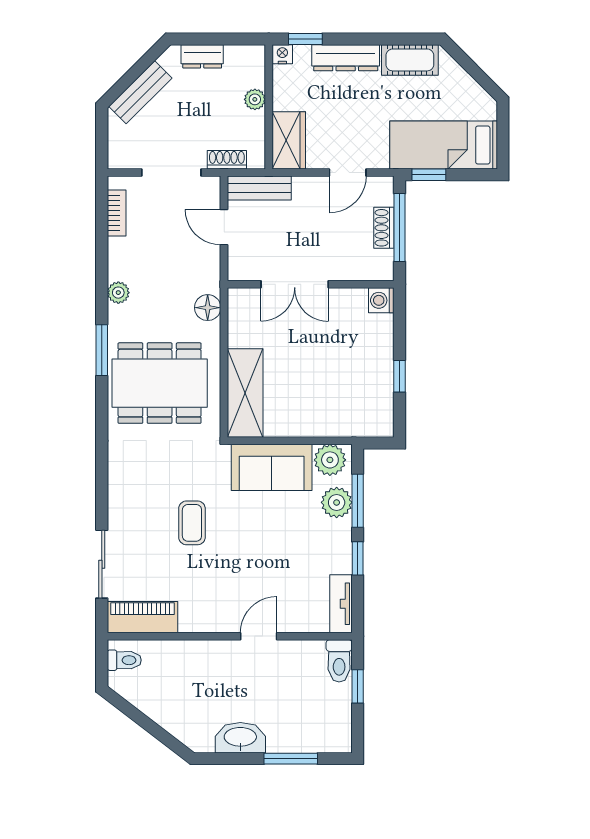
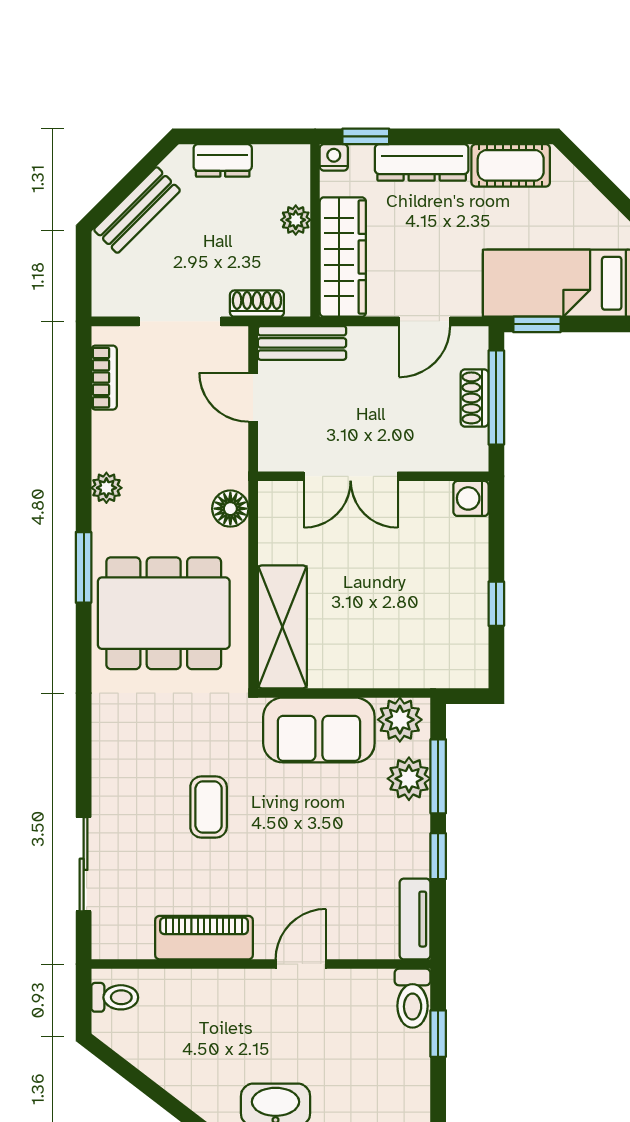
wardrobe: (289, 140) -> (343, 257), width x1.50
piano: (143, 617) -> (204, 938), moved

